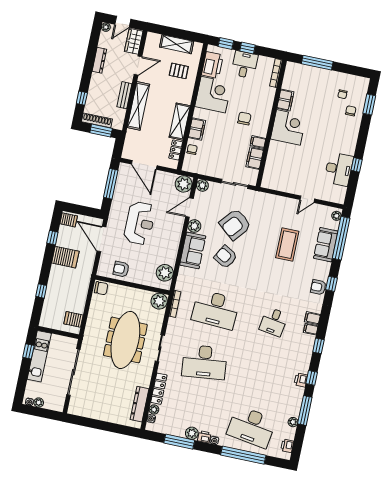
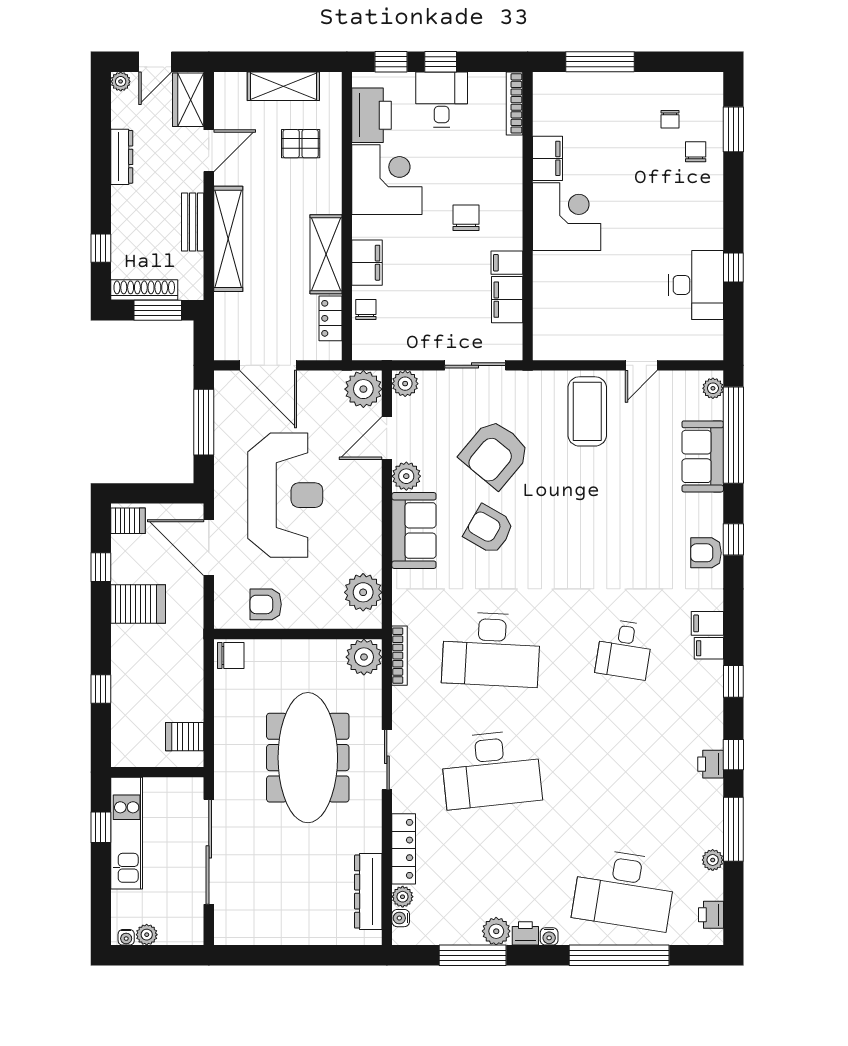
reception desk: (140, 223) -> (285, 495), width x1.36, depth x1.30
coffee table: (287, 245) -> (587, 411), moved

